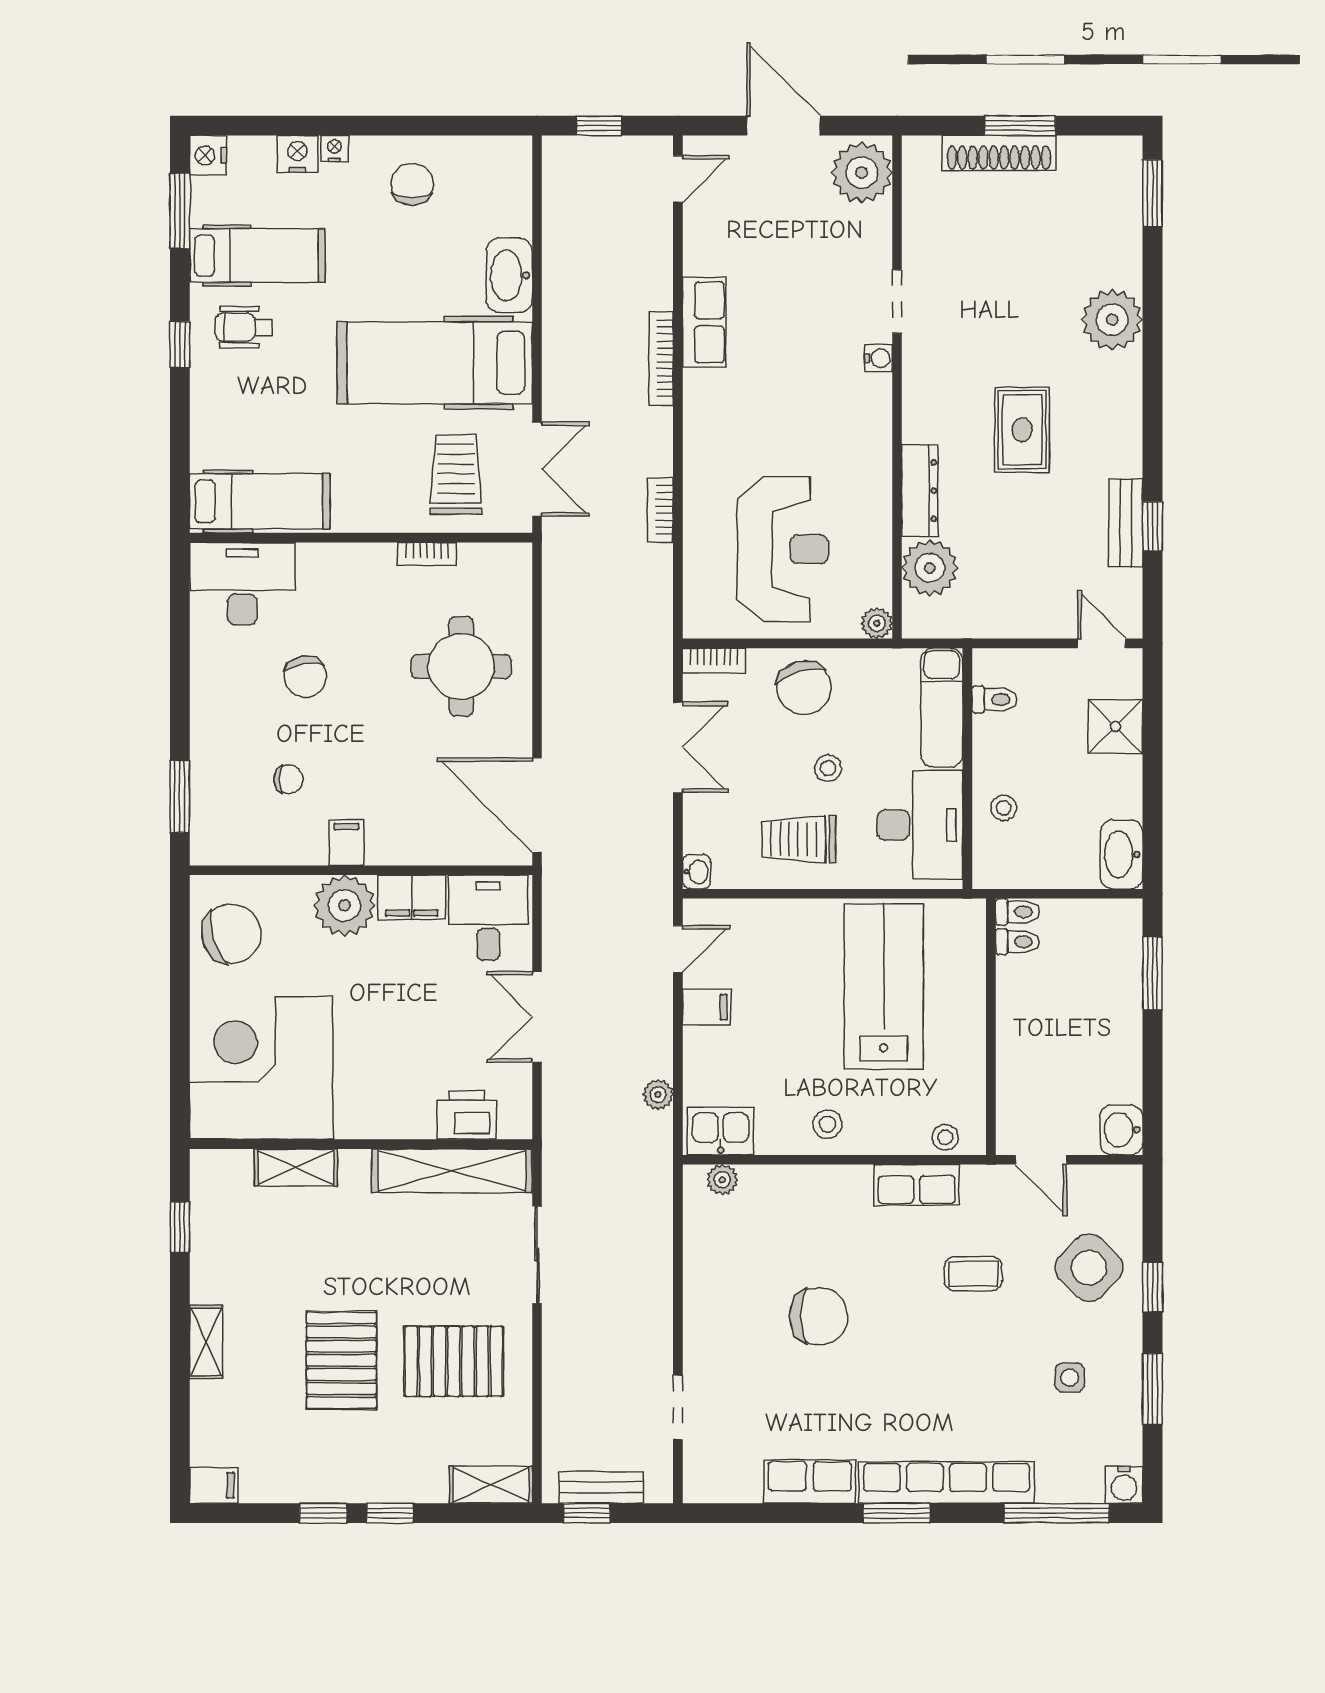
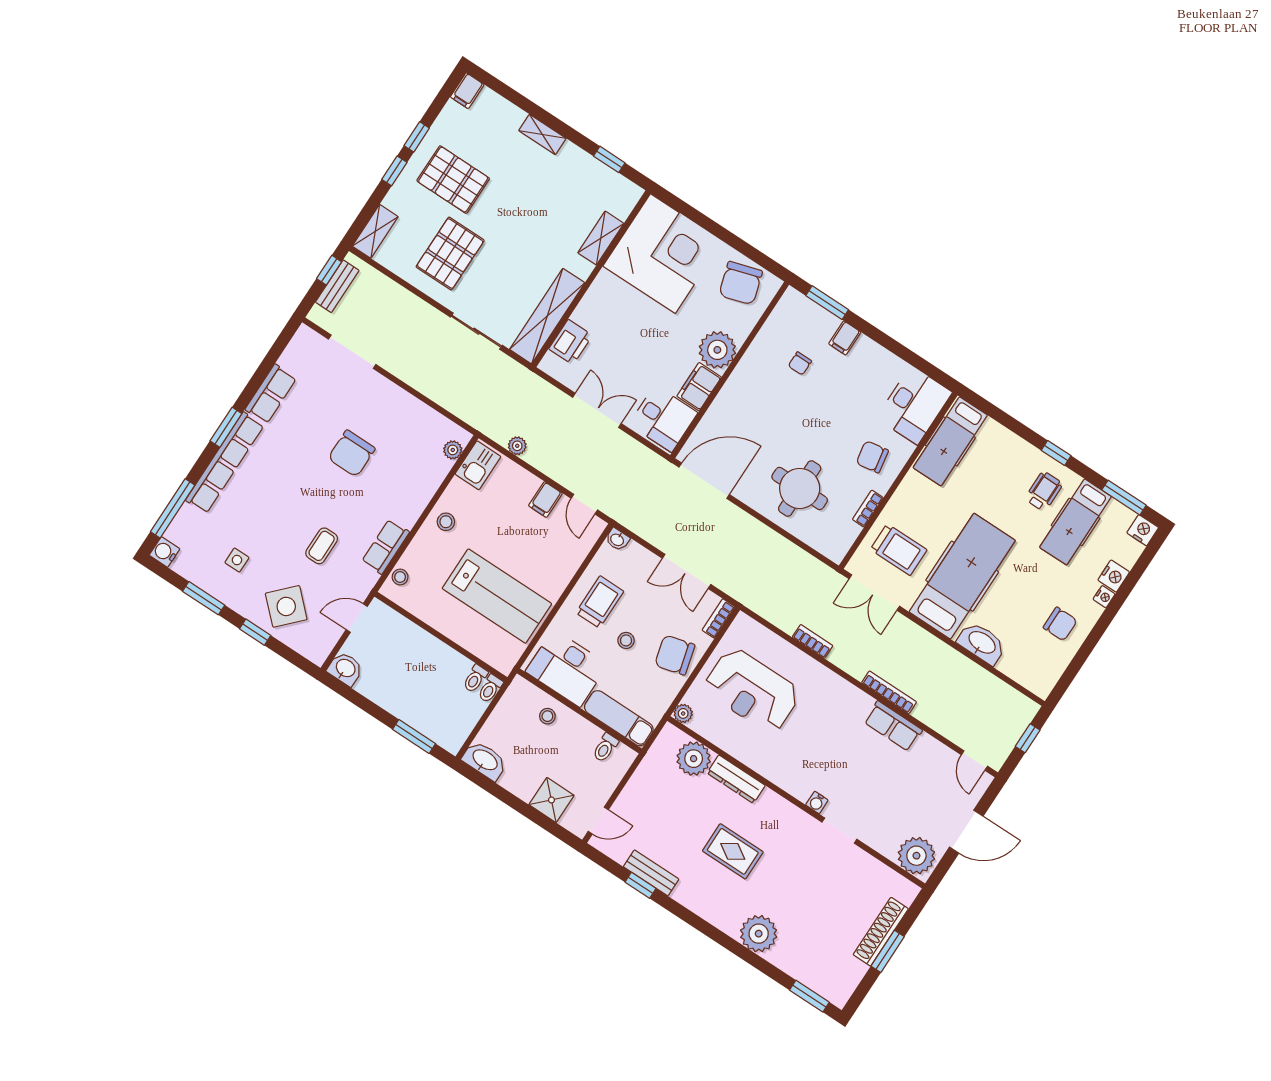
chair: (305, 677) -> (872, 457), moved
filing cabinet: (346, 843) -> (845, 338), moved, turned 90
pallet: (341, 1360) -> (453, 180), moved
doorway: (678, 1407) -> (352, 352), width x1.38

